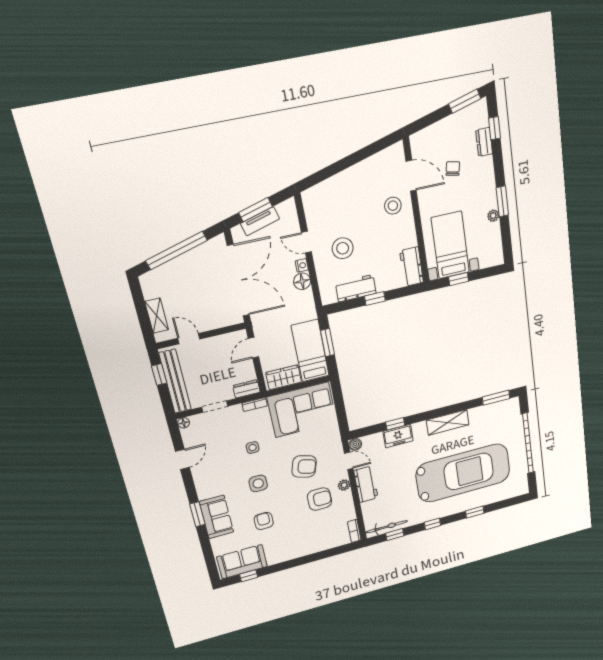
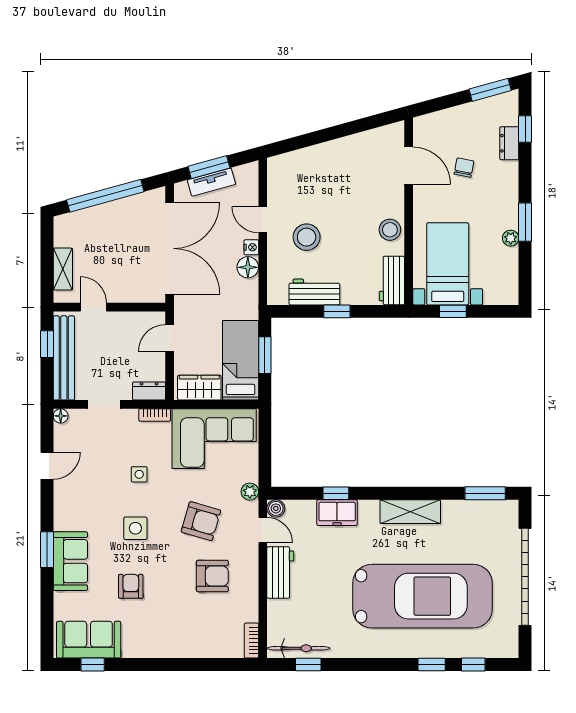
stool: (393, 206) -> (390, 230), moved
plant: (344, 485) -> (250, 492), moved
window: (433, 524) -> (473, 665), moved

